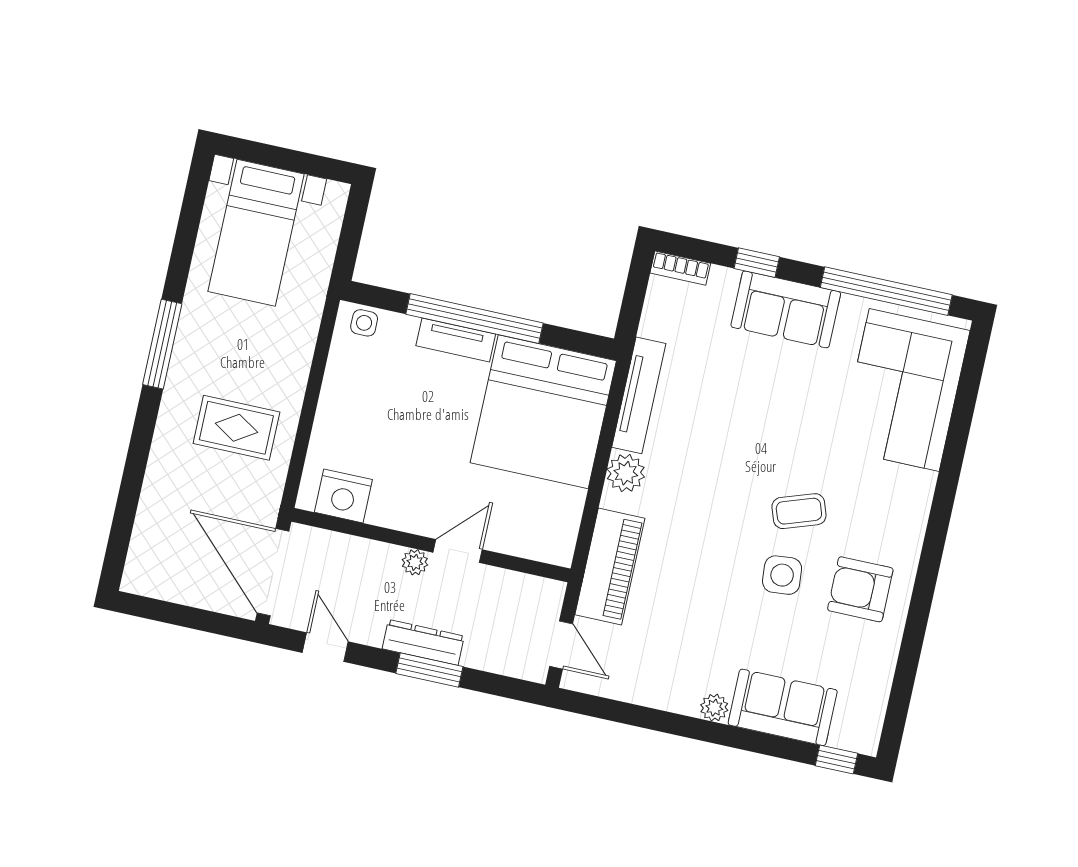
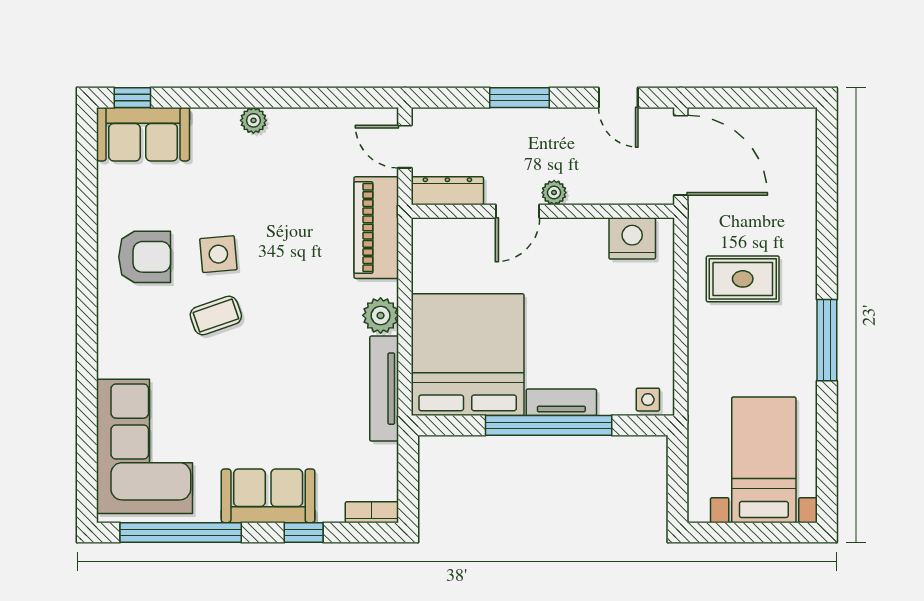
dresser: (423, 642) -> (447, 191), moved, turned 180
sofa: (783, 707) -> (143, 134), moved

